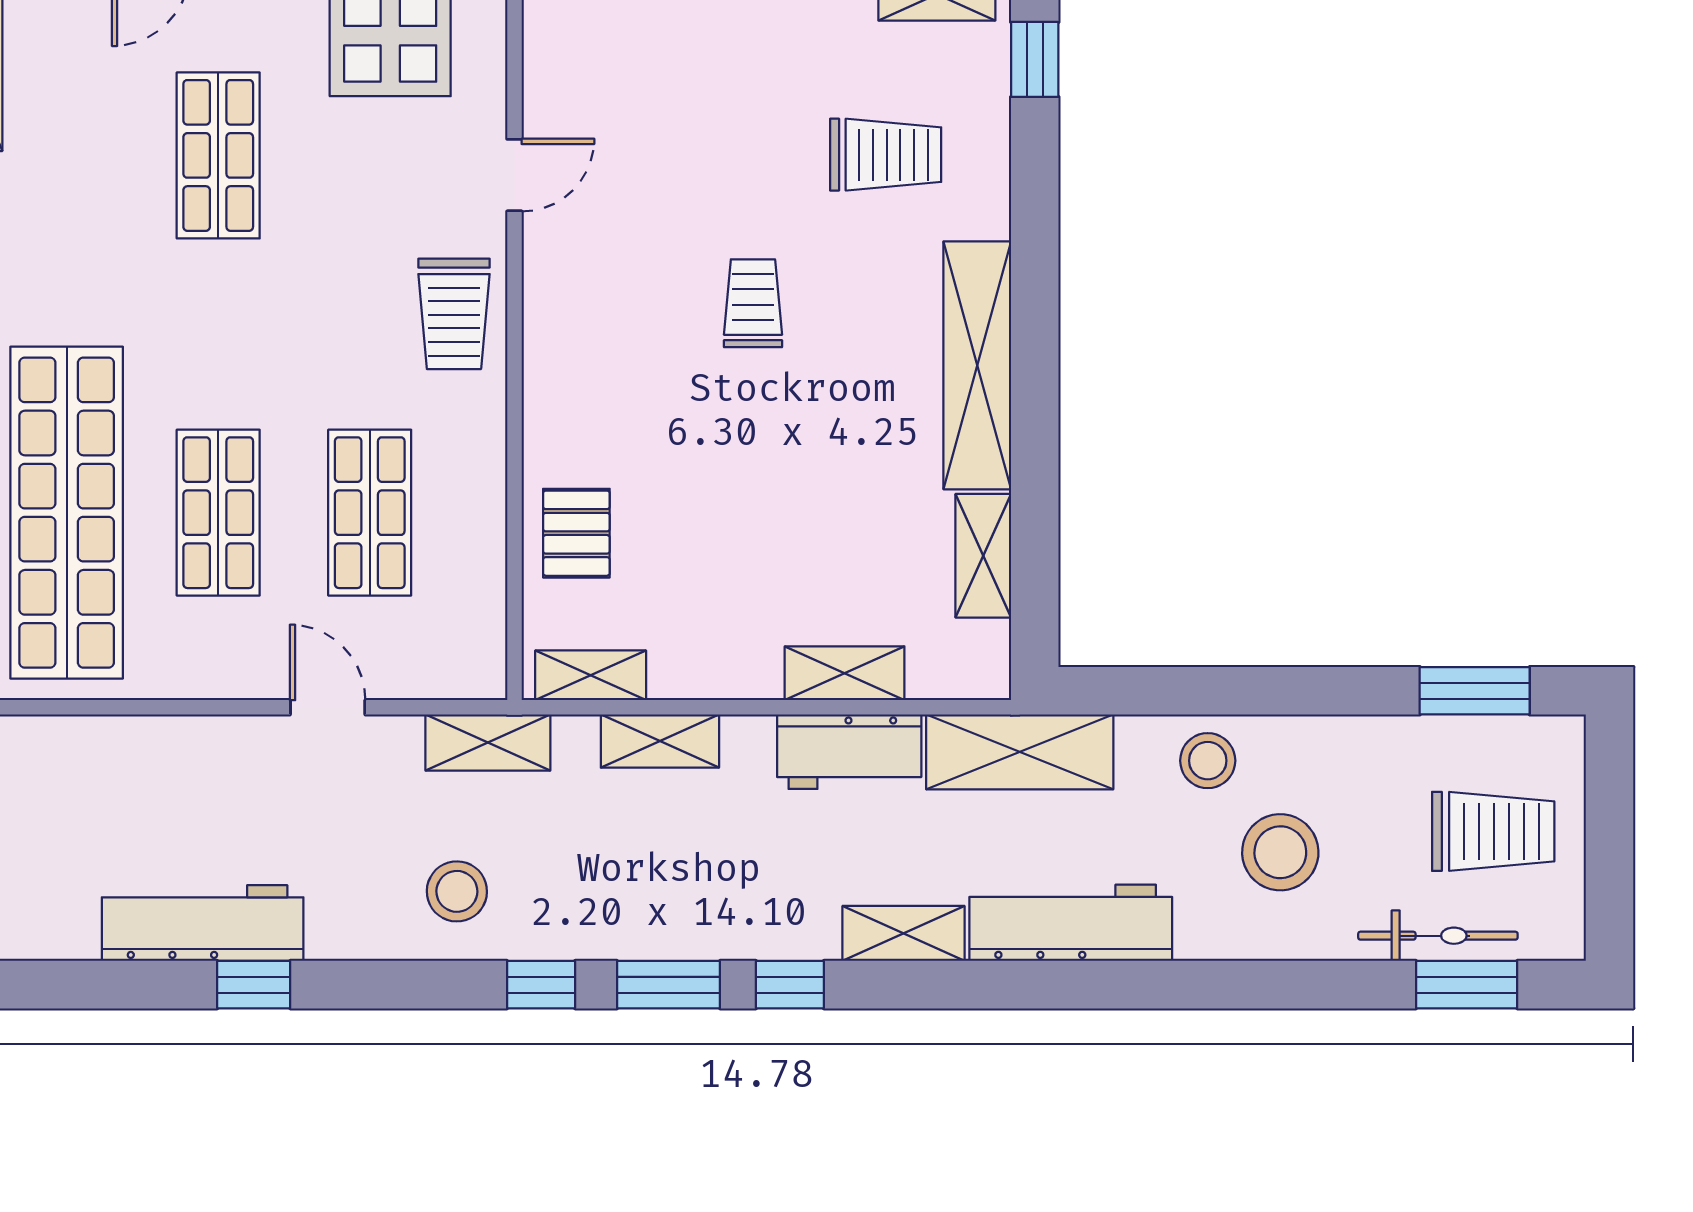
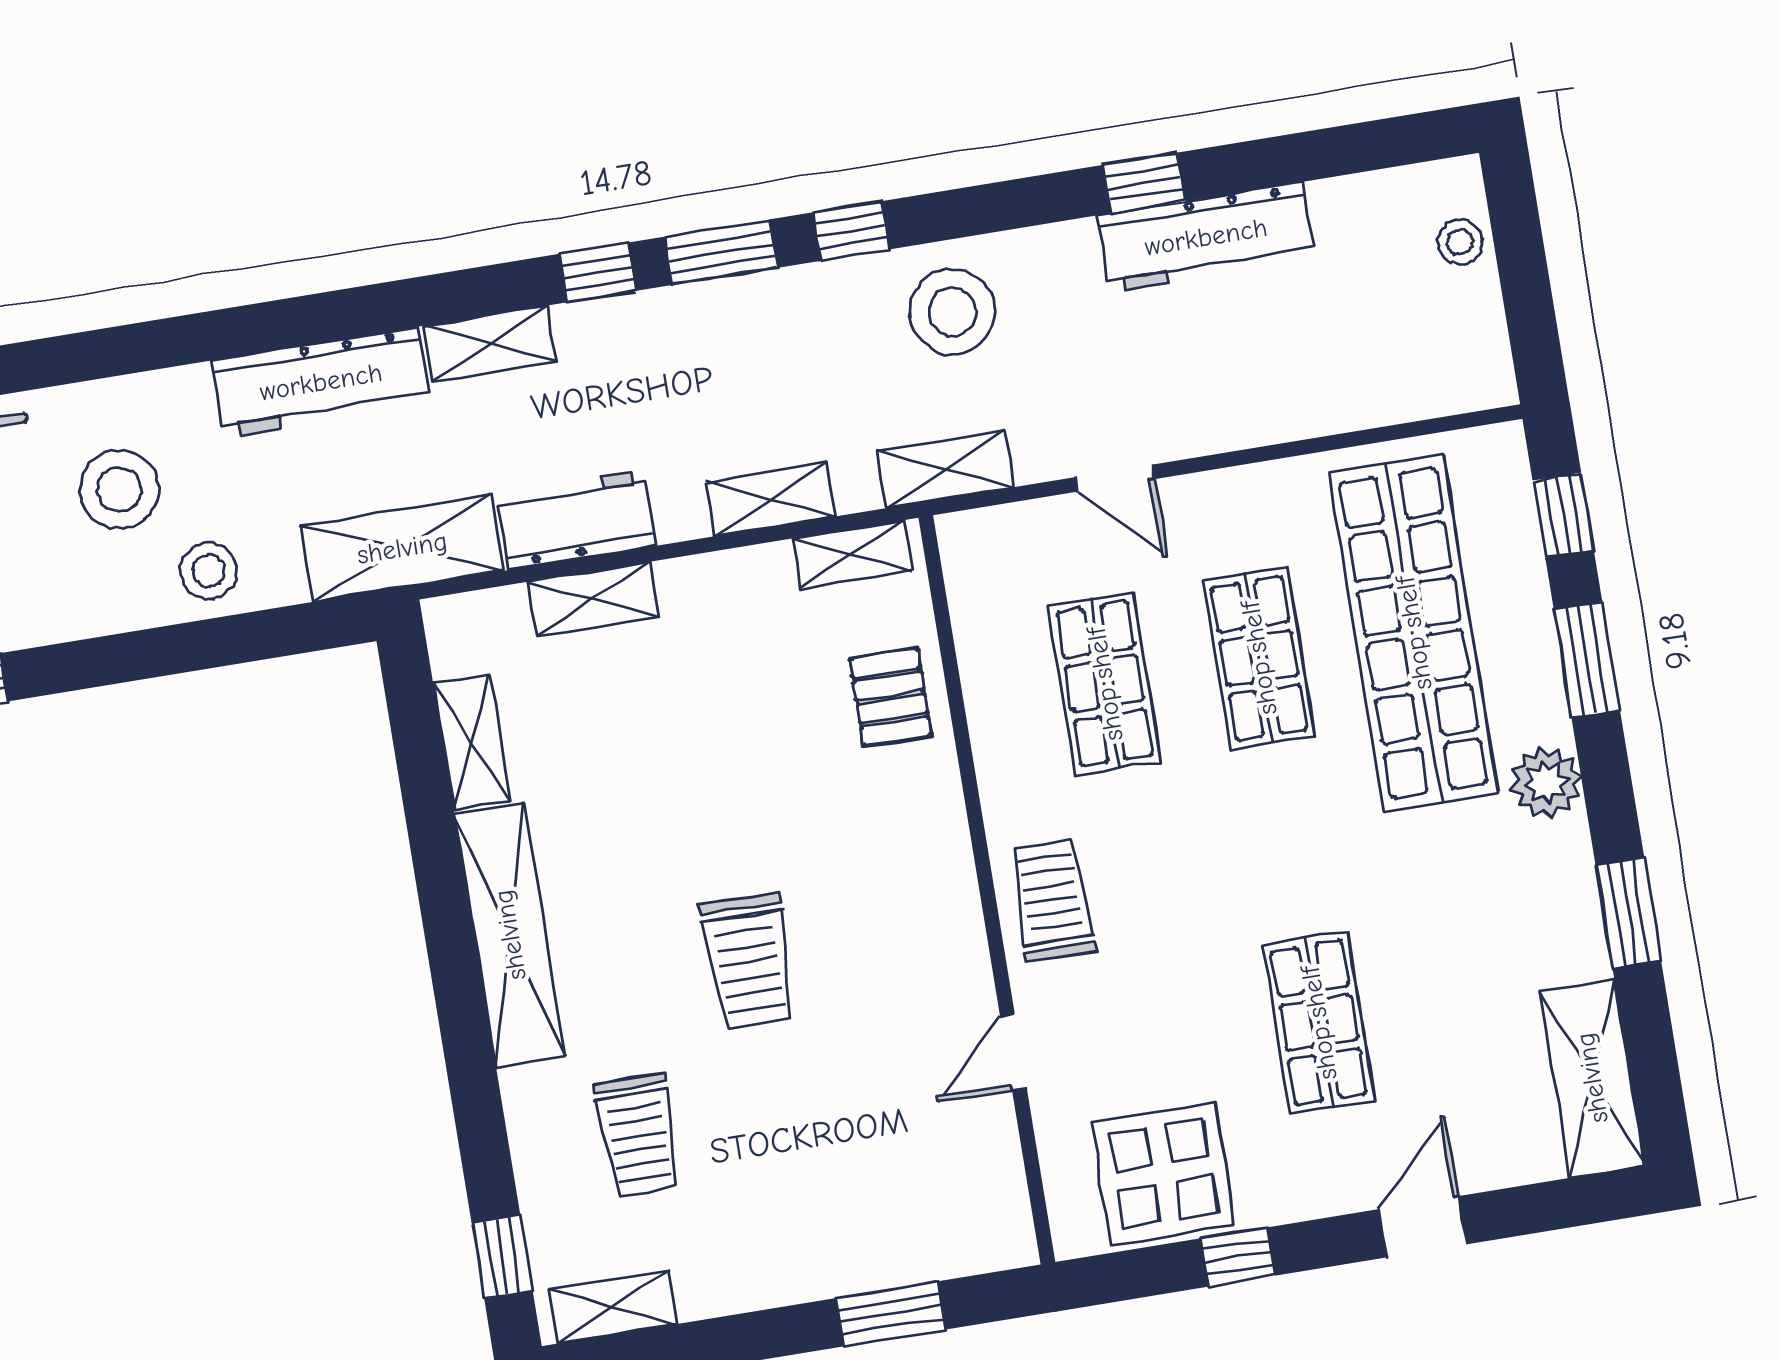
trolley: (886, 155) -> (638, 1135), turned -90
trolley: (753, 303) -> (749, 961), width x1.36, depth x1.39
stool: (457, 891) -> (952, 312), width x1.38, depth x1.38

